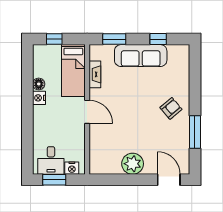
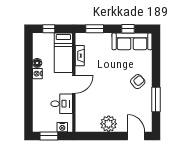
sofa: (141, 56) -> (132, 41), moved
door: (87, 112) -> (74, 84), hinge flipped
desk: (51, 160) -> (62, 104), moved, turned -90

